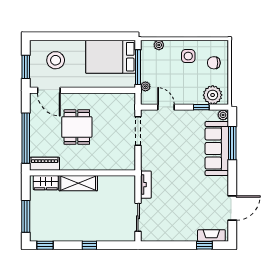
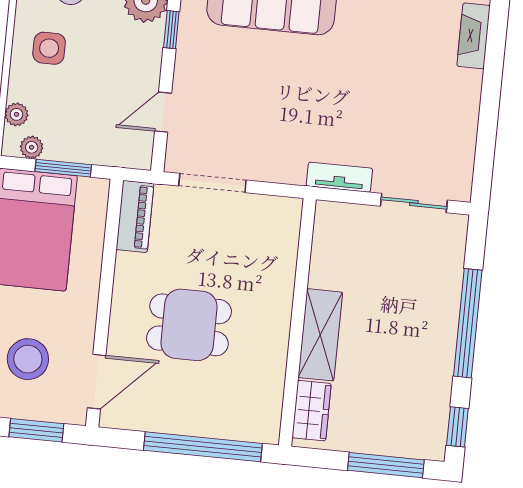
window: (138, 67) -> (63, 168), width x0.69
plant: (145, 86) -> (32, 147), moved
piano: (44, 164) -> (135, 216), moved, turned 180
window: (89, 245) -> (468, 323), width x3.17
window: (204, 245) -> (495, 54), removed

